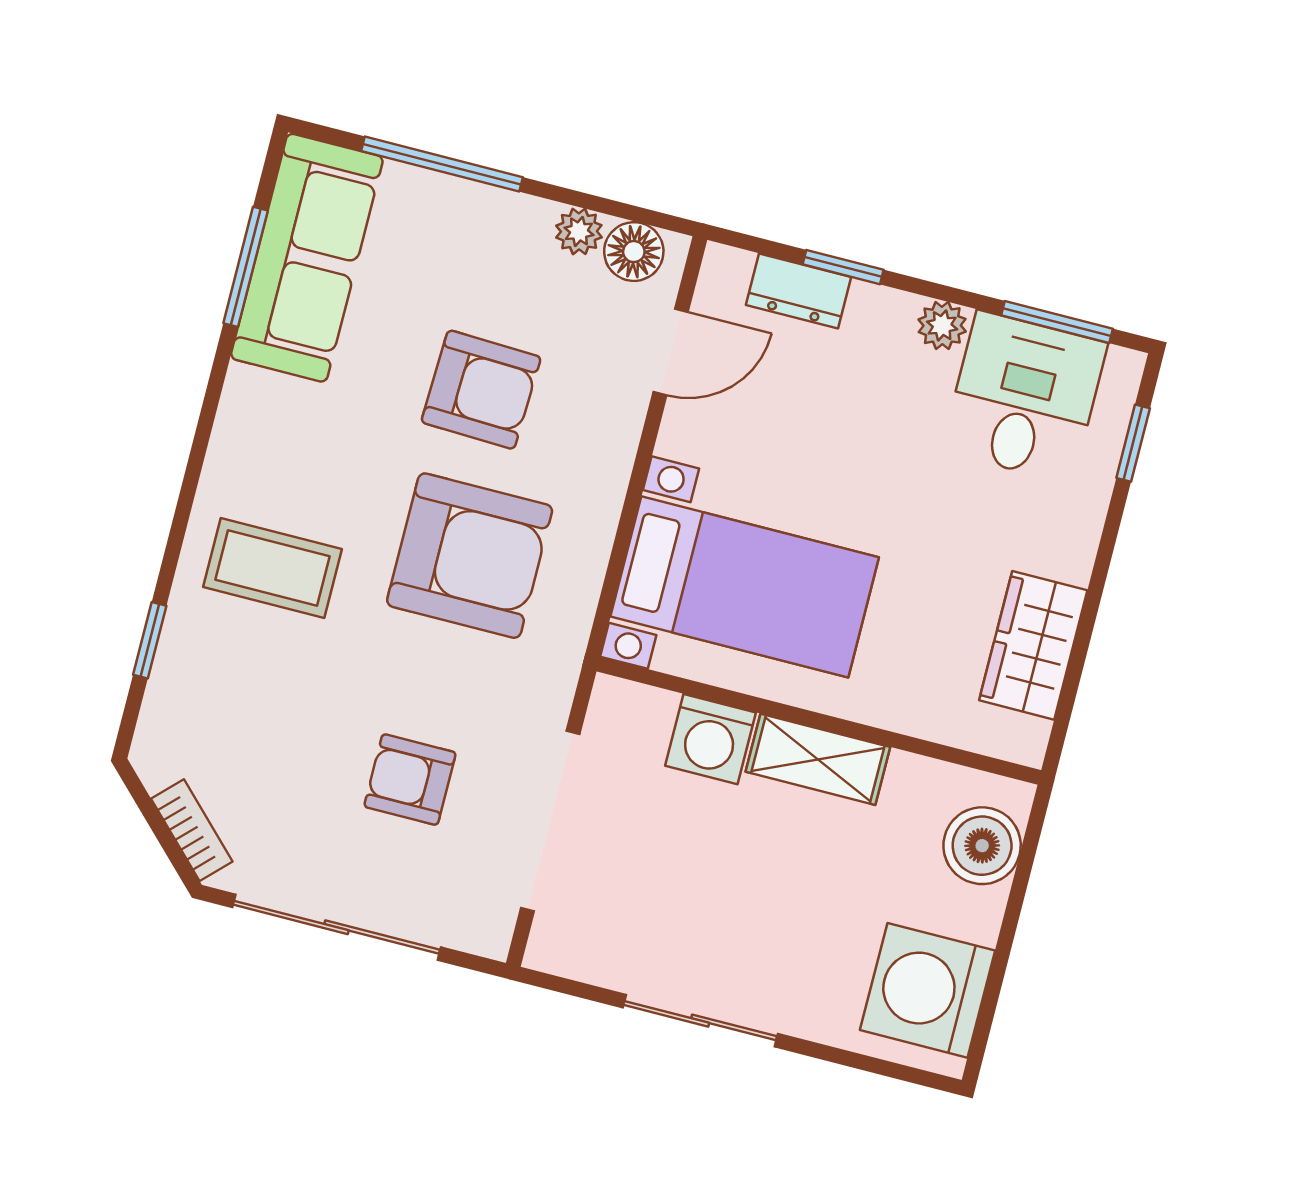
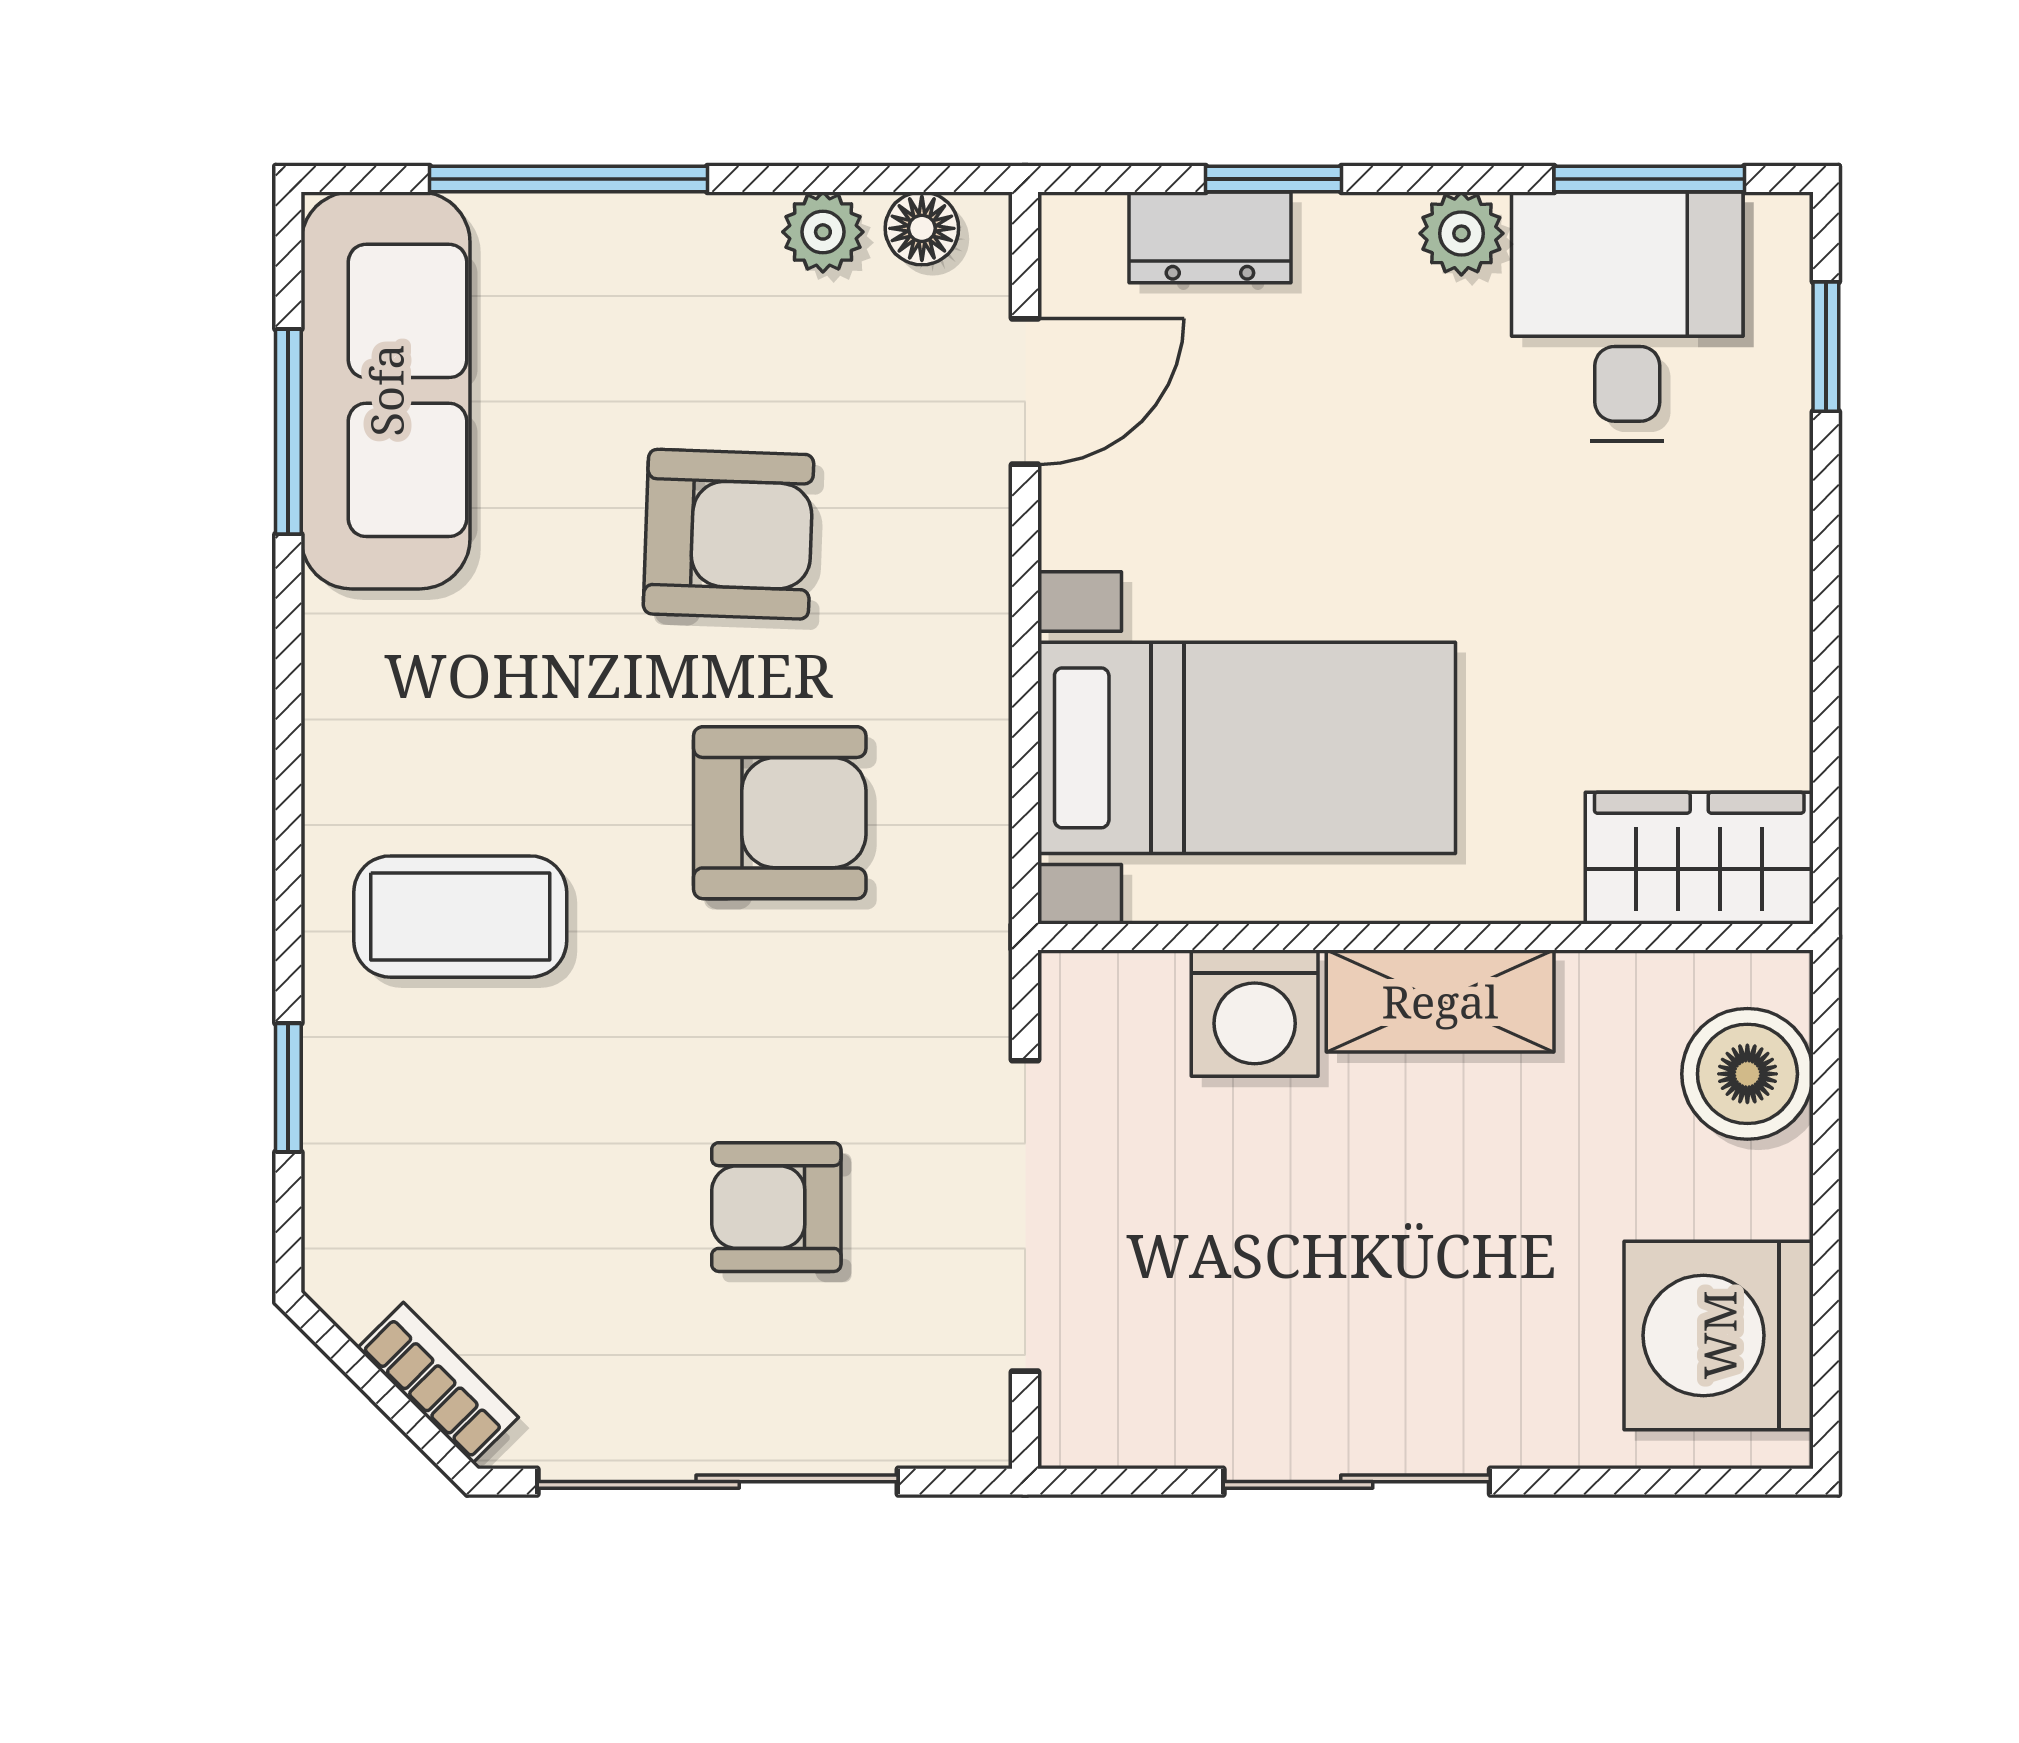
floor lamp: (634, 252) -> (922, 228), width x0.73, depth x0.73
armchair: (470, 556) -> (780, 813), width x0.73, depth x0.73
wardrobe: (1033, 645) -> (1699, 858), moved, turned 90

